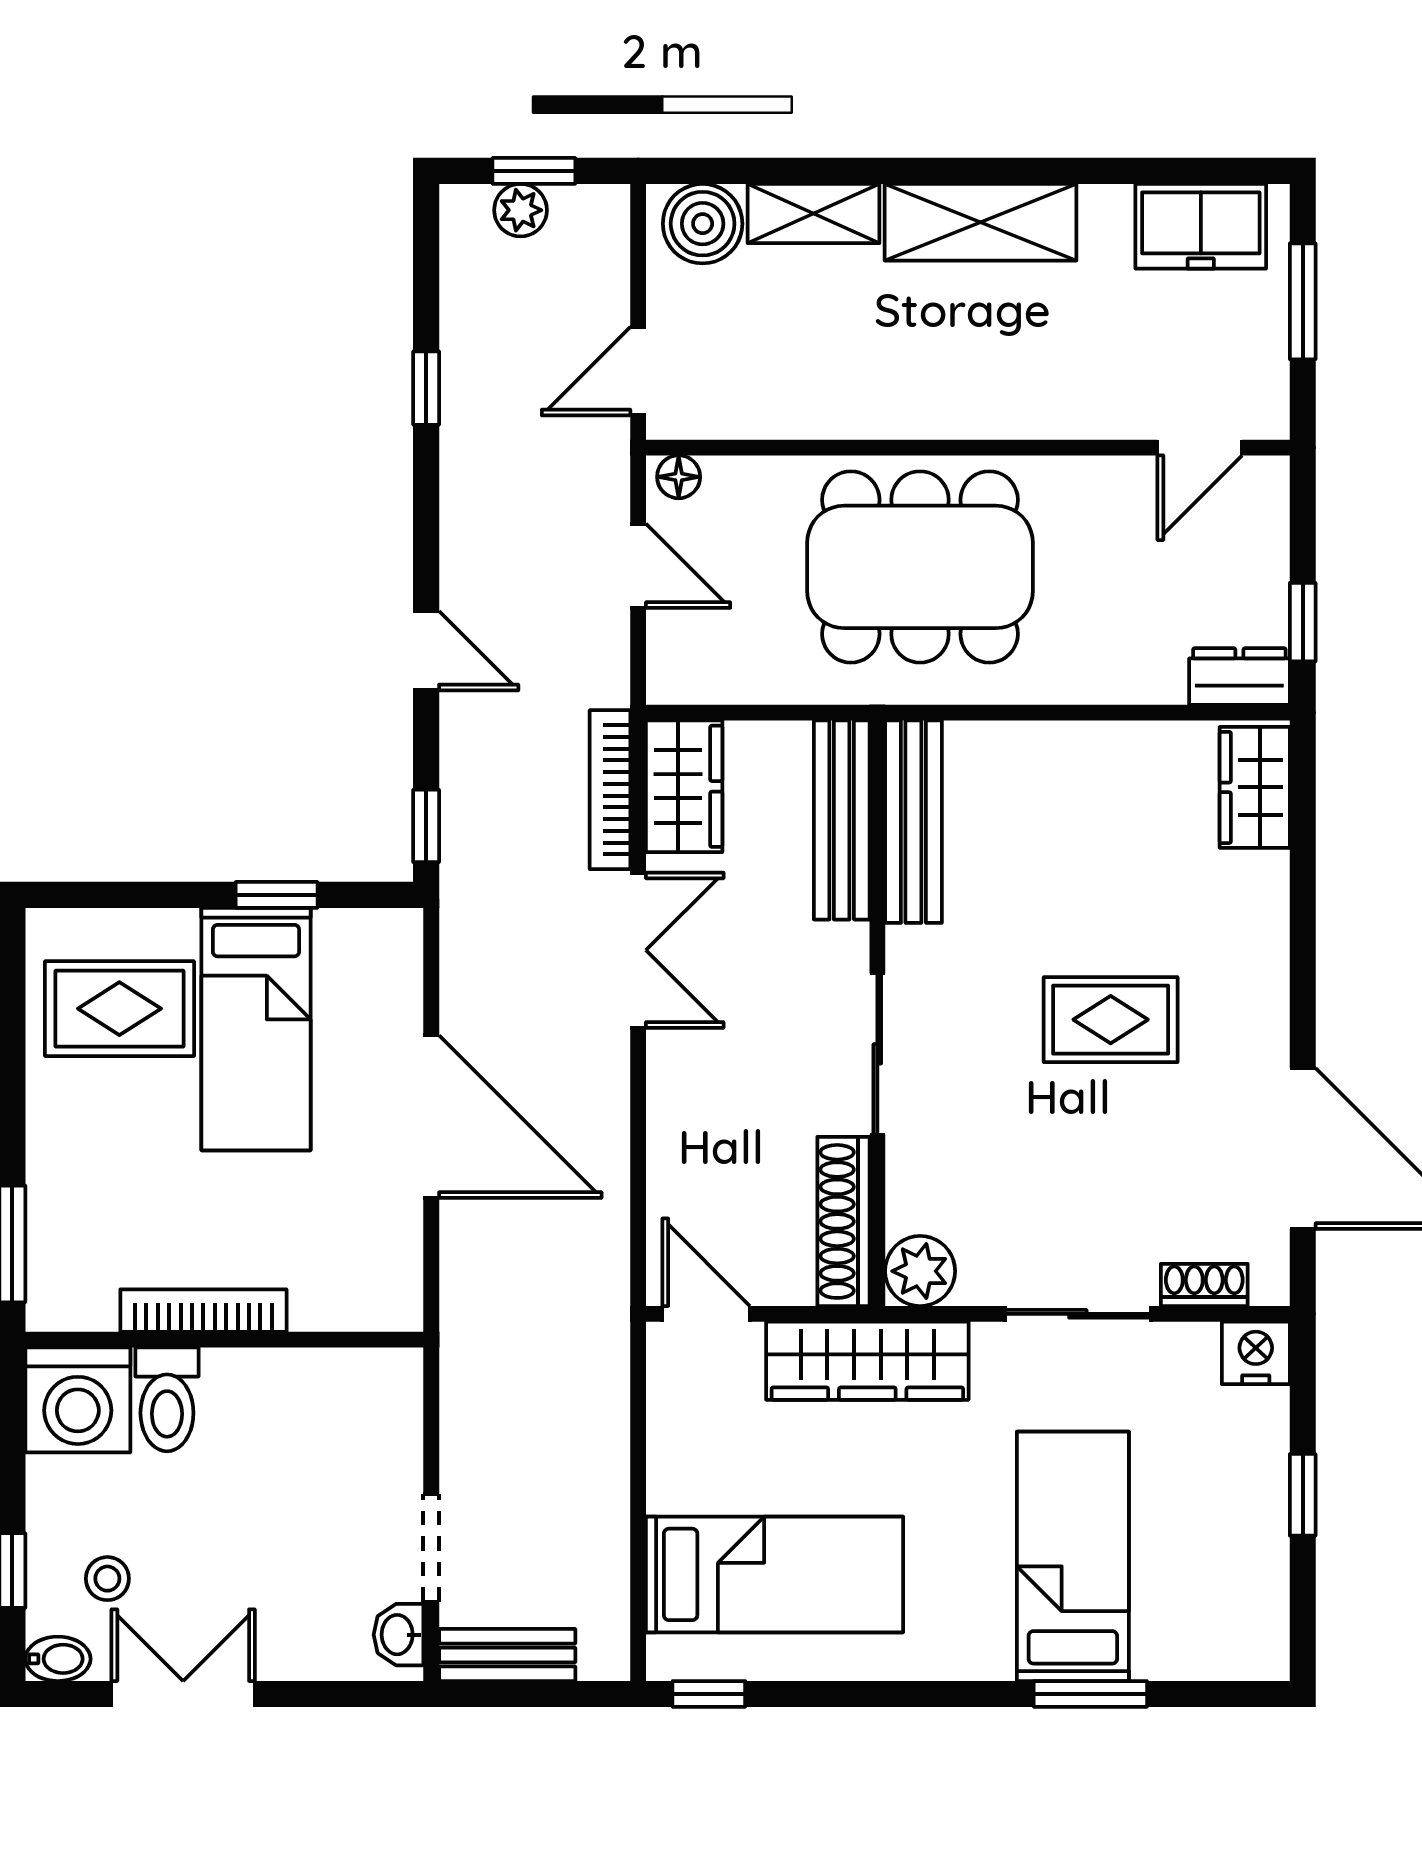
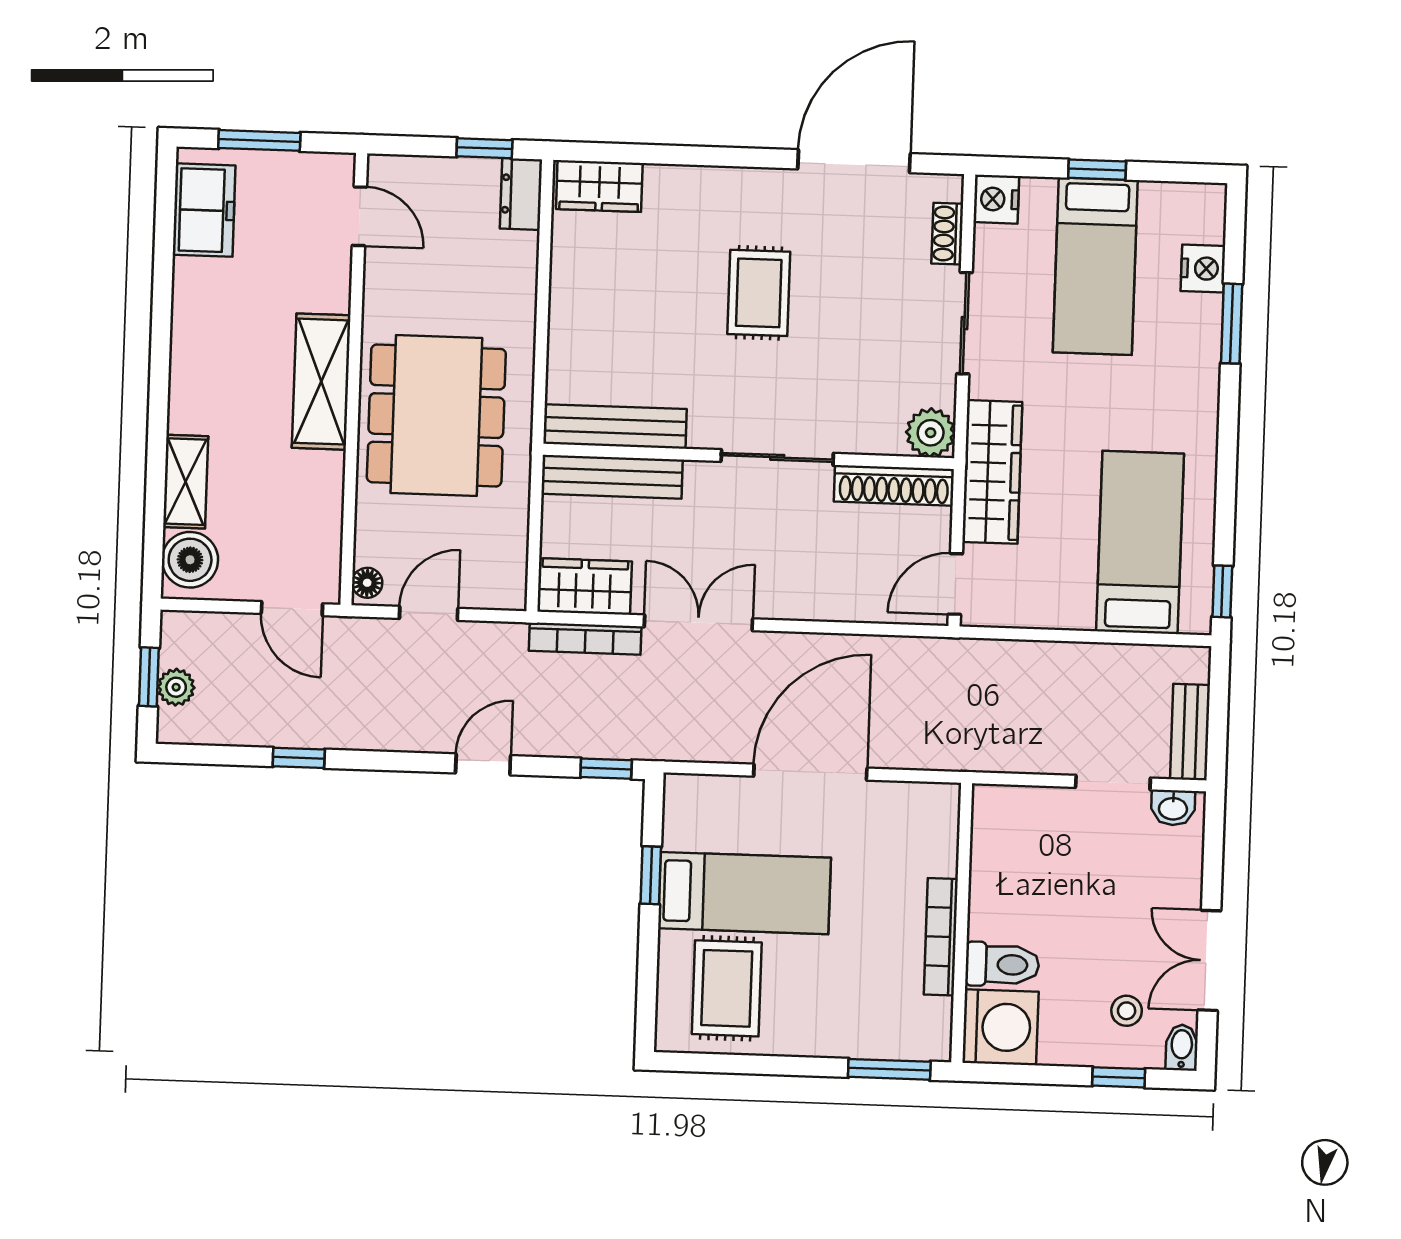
shelving: (981, 222) -> (321, 382), moved
bed: (1073, 1556) -> (1095, 266), moved, turned -90
nightstand: (1167, 1650) -> (1203, 268), added

